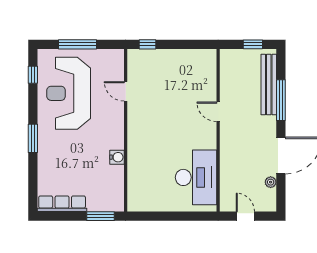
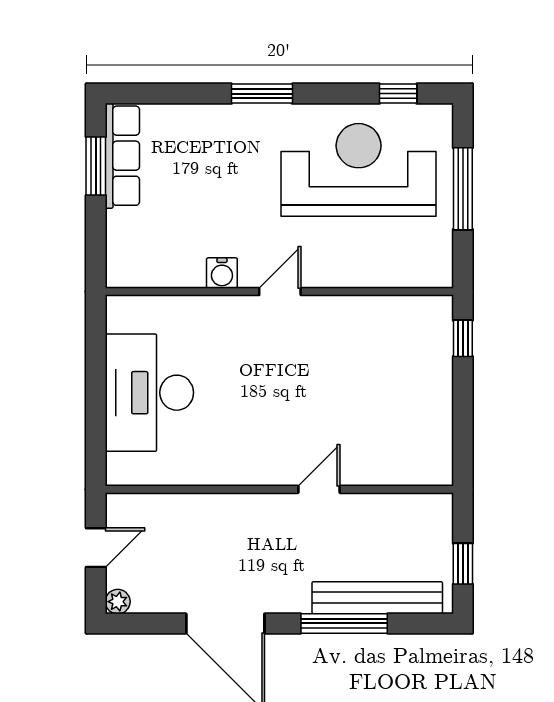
door: (126, 91) -> (280, 291), moved
desk: (196, 177) -> (149, 393), moved, turned 90
plant: (271, 182) -> (118, 602), moved
window: (100, 216) -> (96, 166), moved

